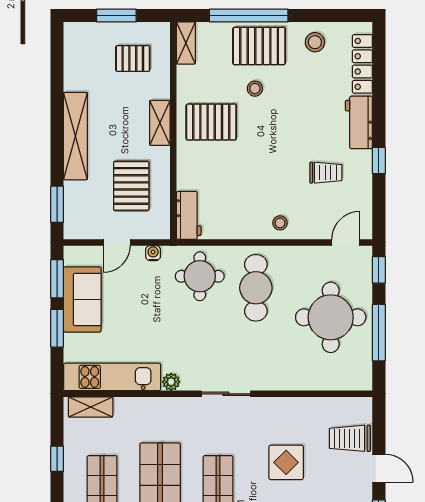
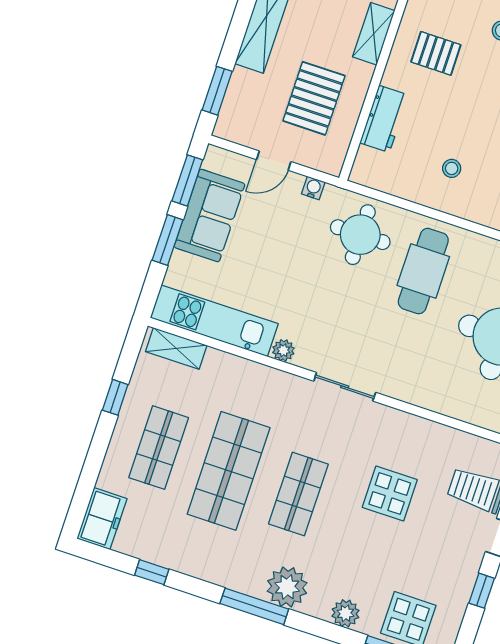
pallet: (211, 122) -> (436, 53), width x0.67, depth x0.71
workbench: (189, 215) -> (384, 119), moved
stool: (280, 223) -> (452, 168), moved

